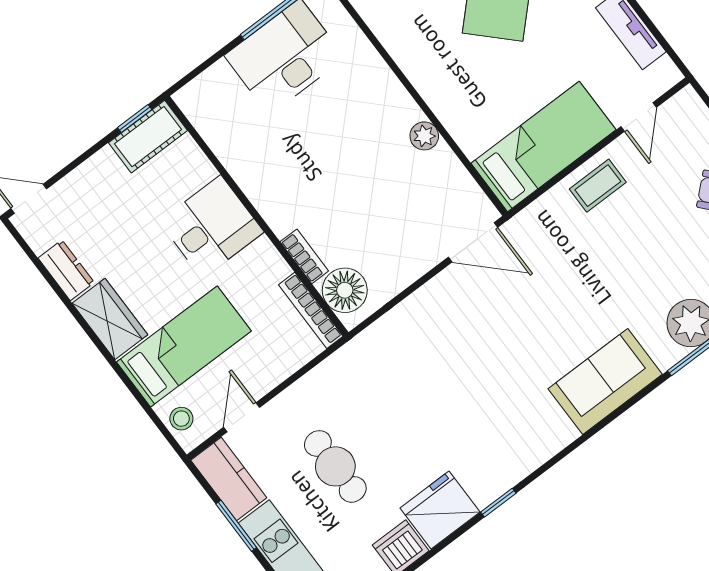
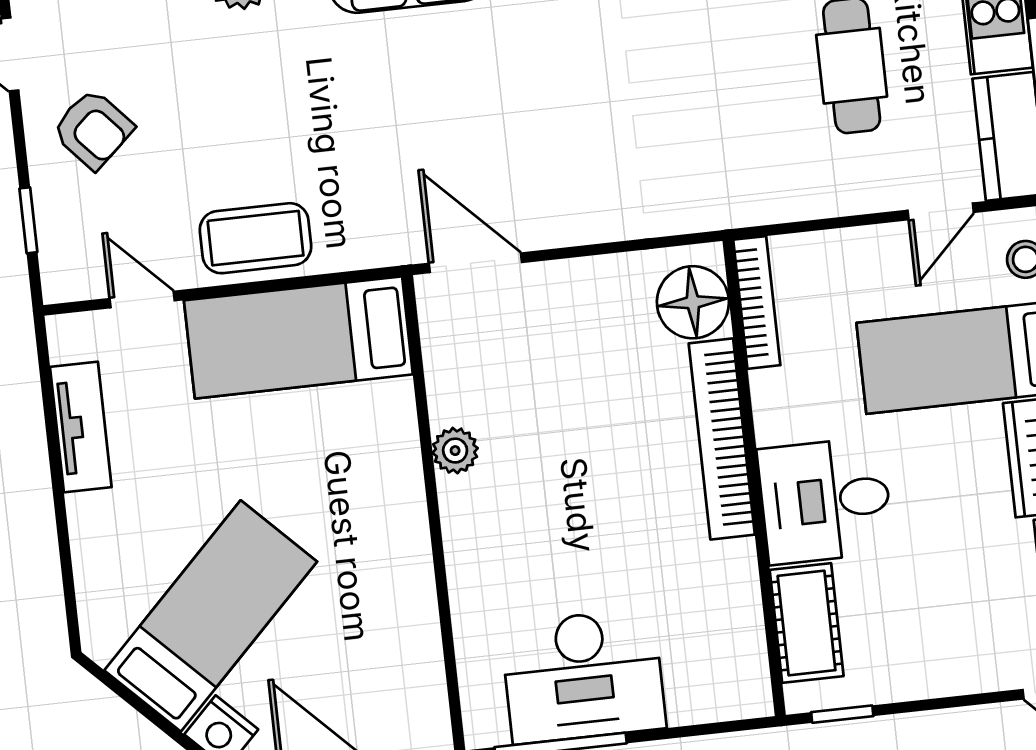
door: (639, 117) -> (142, 300), hinge flipped
cot: (148, 137) -> (807, 623), moved, turned 90
coffee table: (598, 186) -> (255, 238), width x1.36, depth x1.30
bookcase: (304, 256) -> (722, 439), width x2.31, depth x1.31

